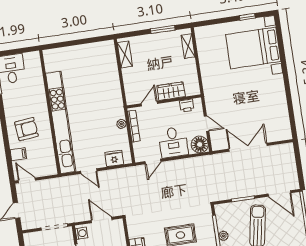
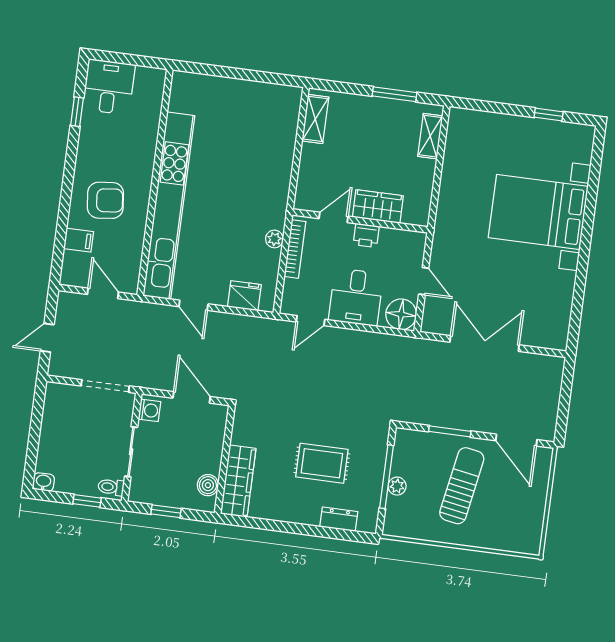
bed with nightstands: (253, 48) -> (538, 212), moved
printer: (187, 106) -> (366, 235), moved
door: (27, 180) -> (103, 293), moved

